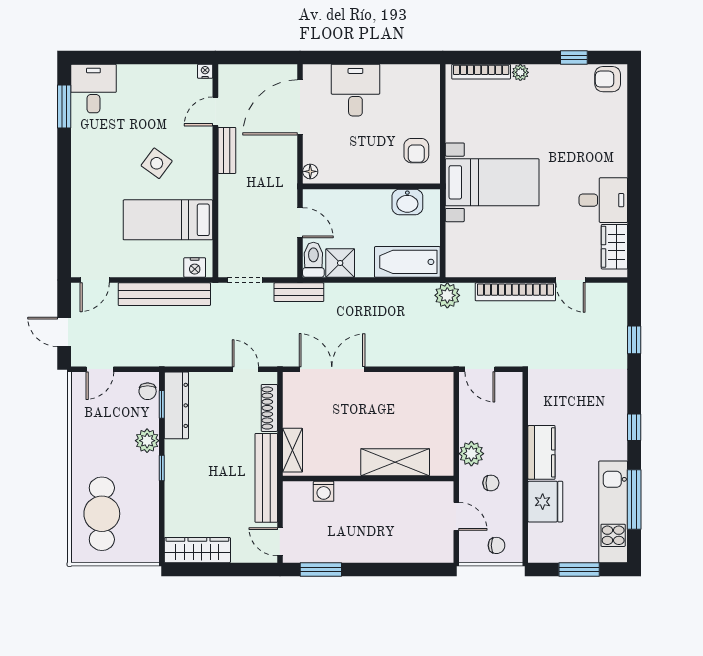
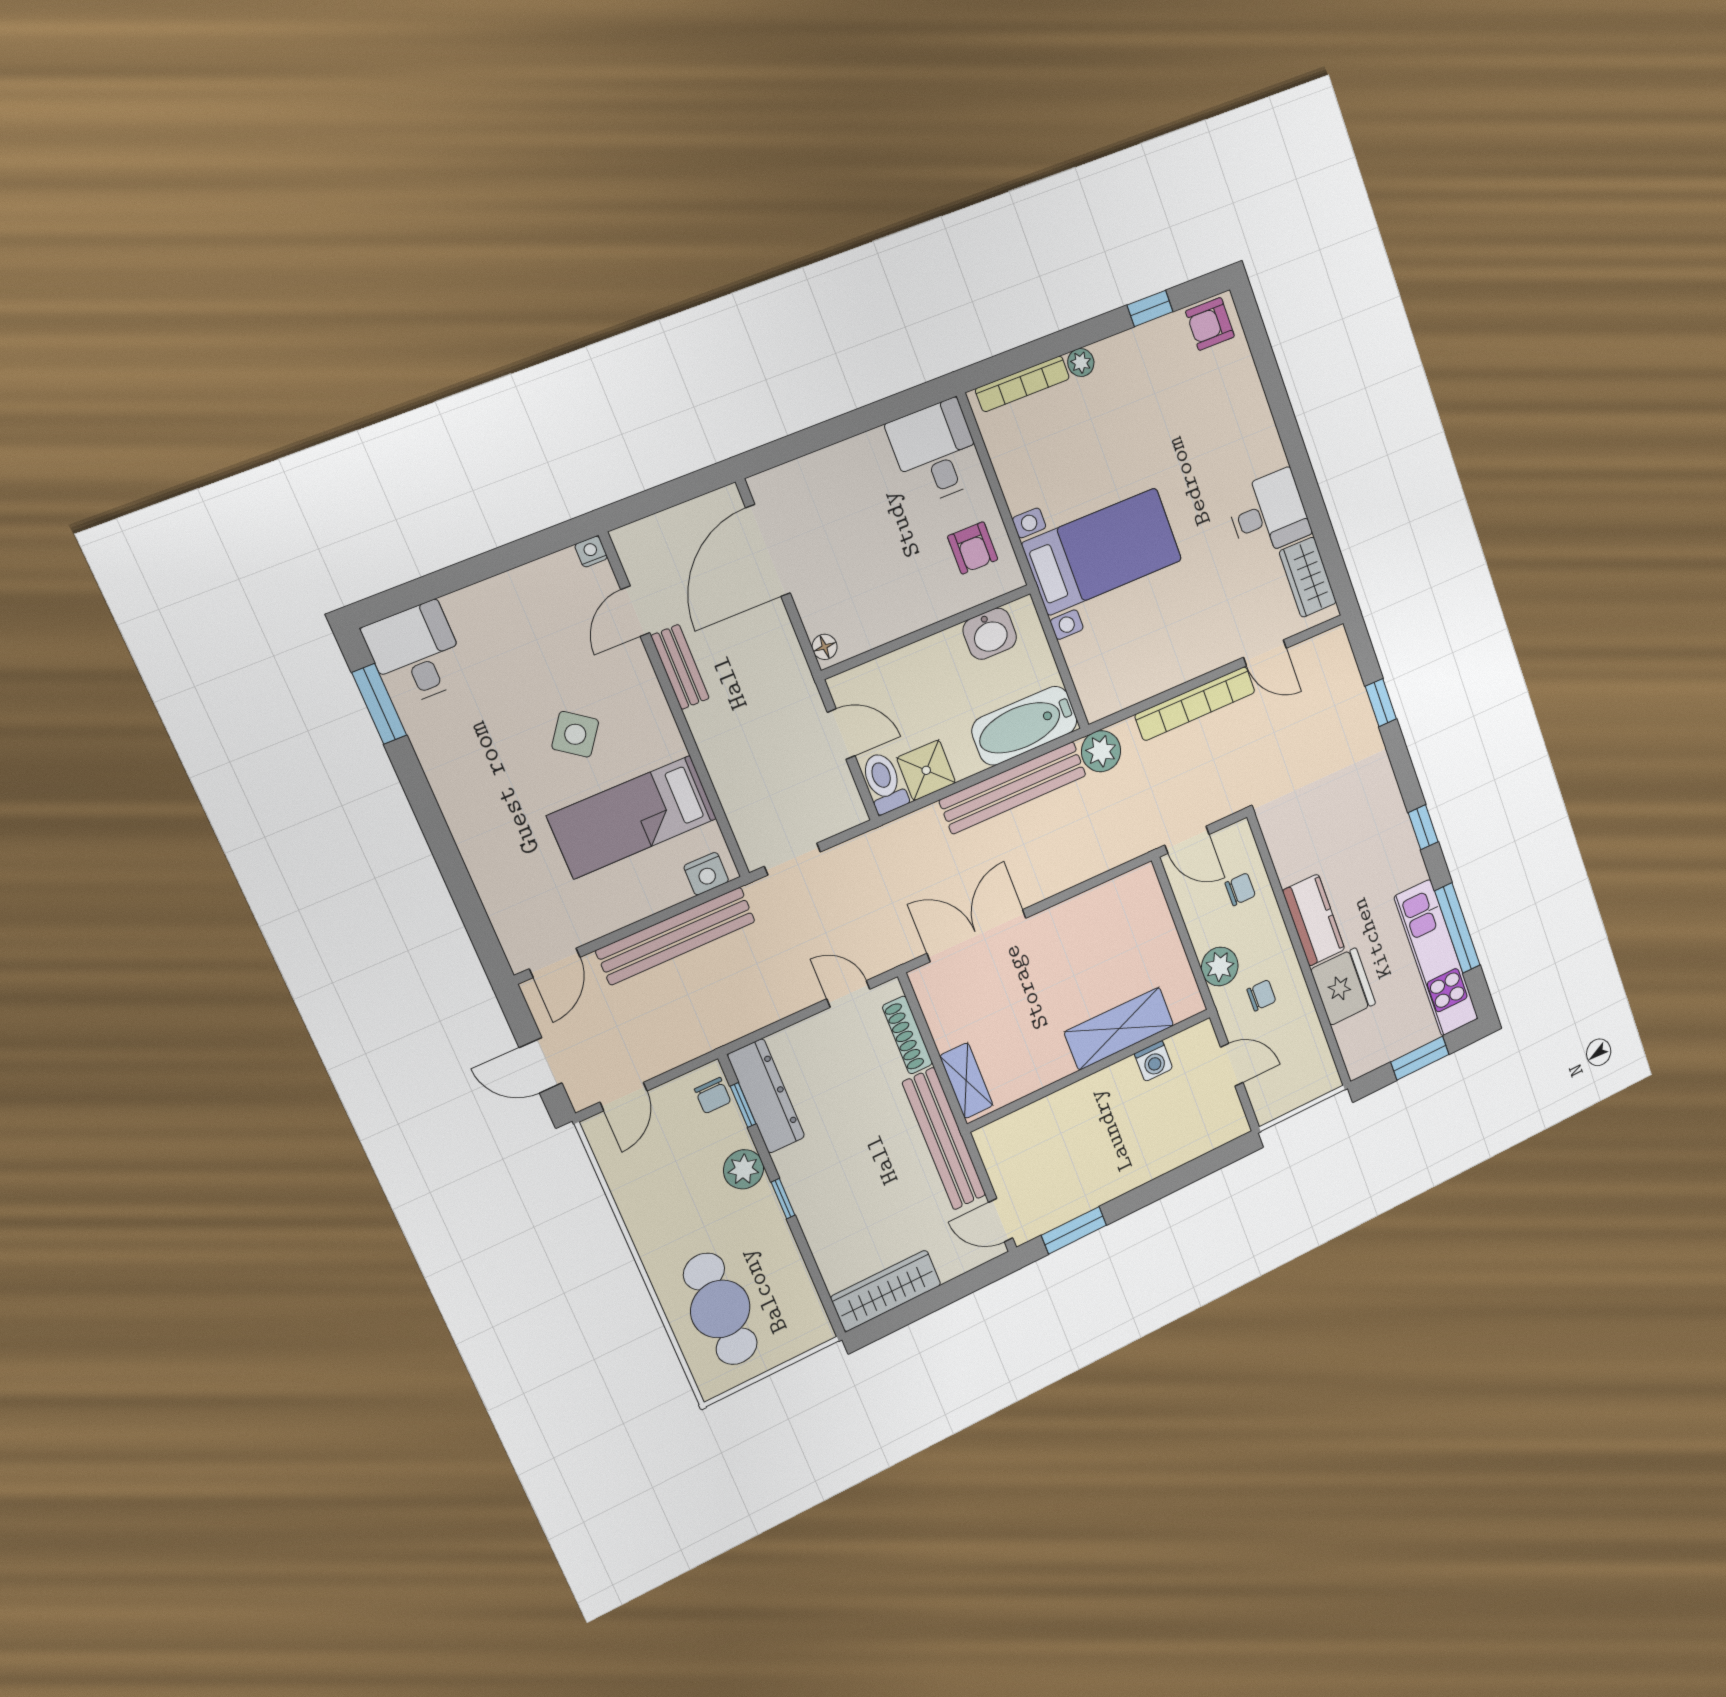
desk: (355, 90) -> (936, 452), moved
bench: (299, 292) -> (1013, 788), moved, width x1.86, depth x1.21
washing machine: (324, 491) -> (1154, 1061), moved
chair: (496, 545) -> (1240, 889), moved

